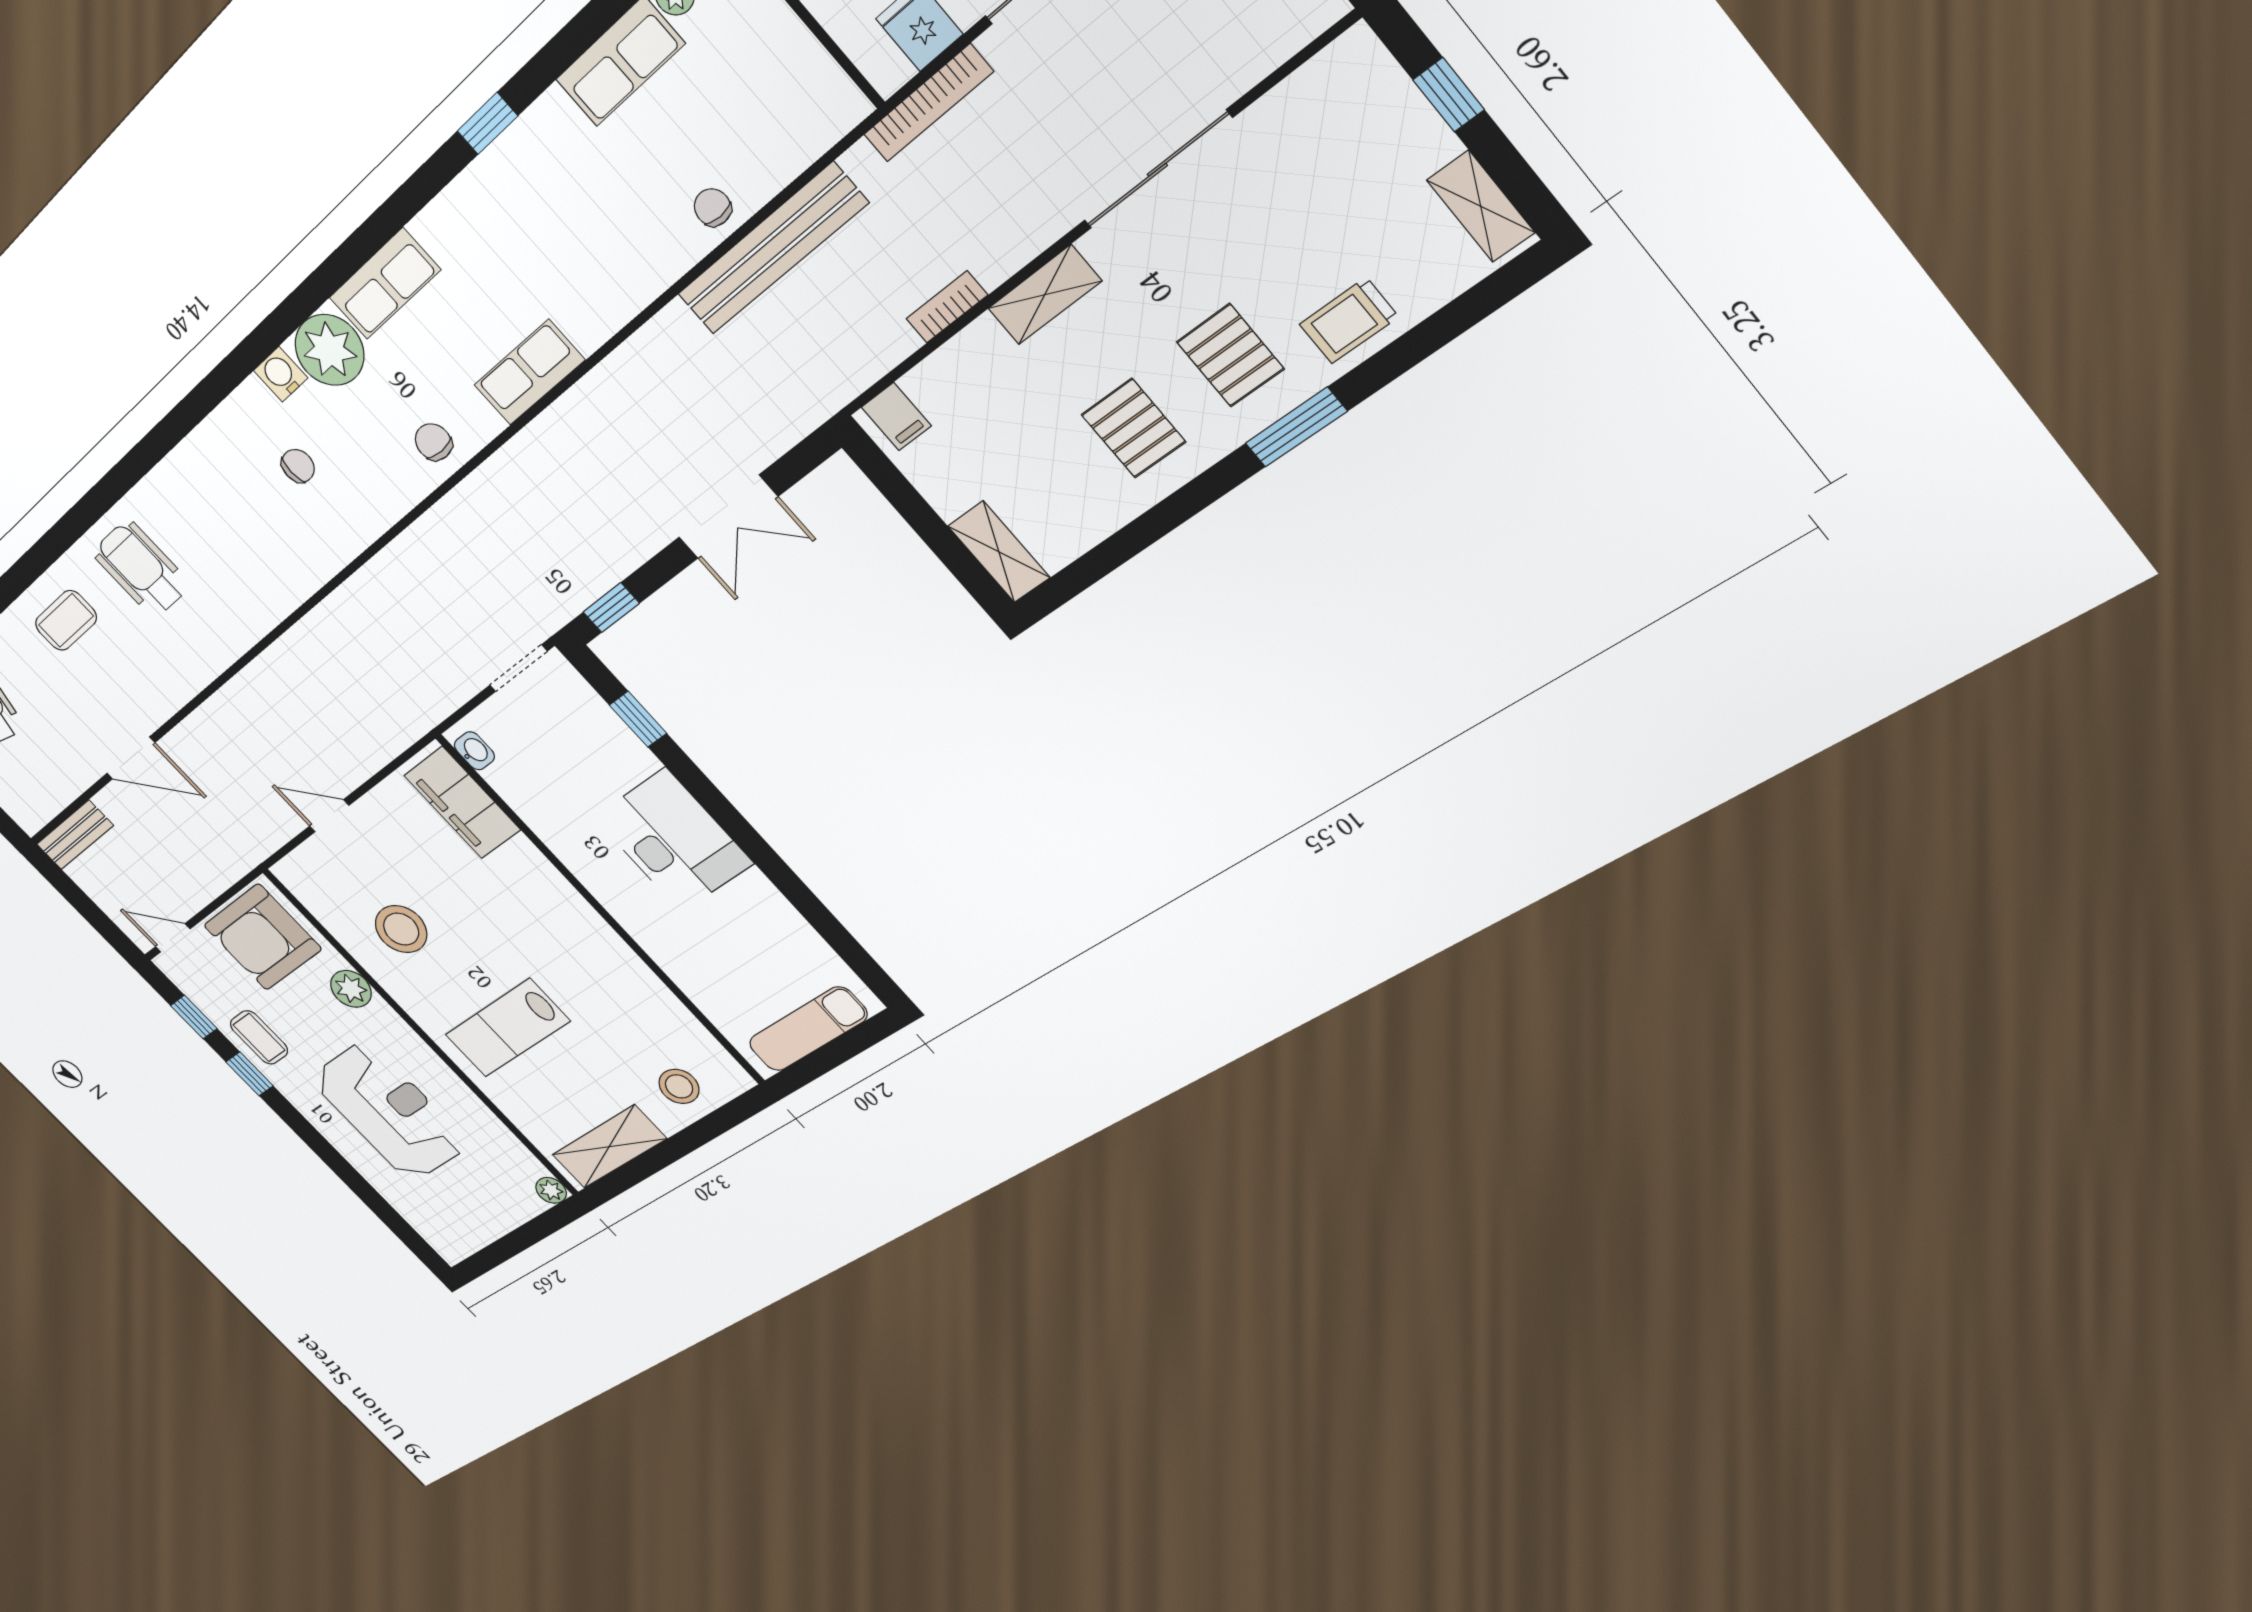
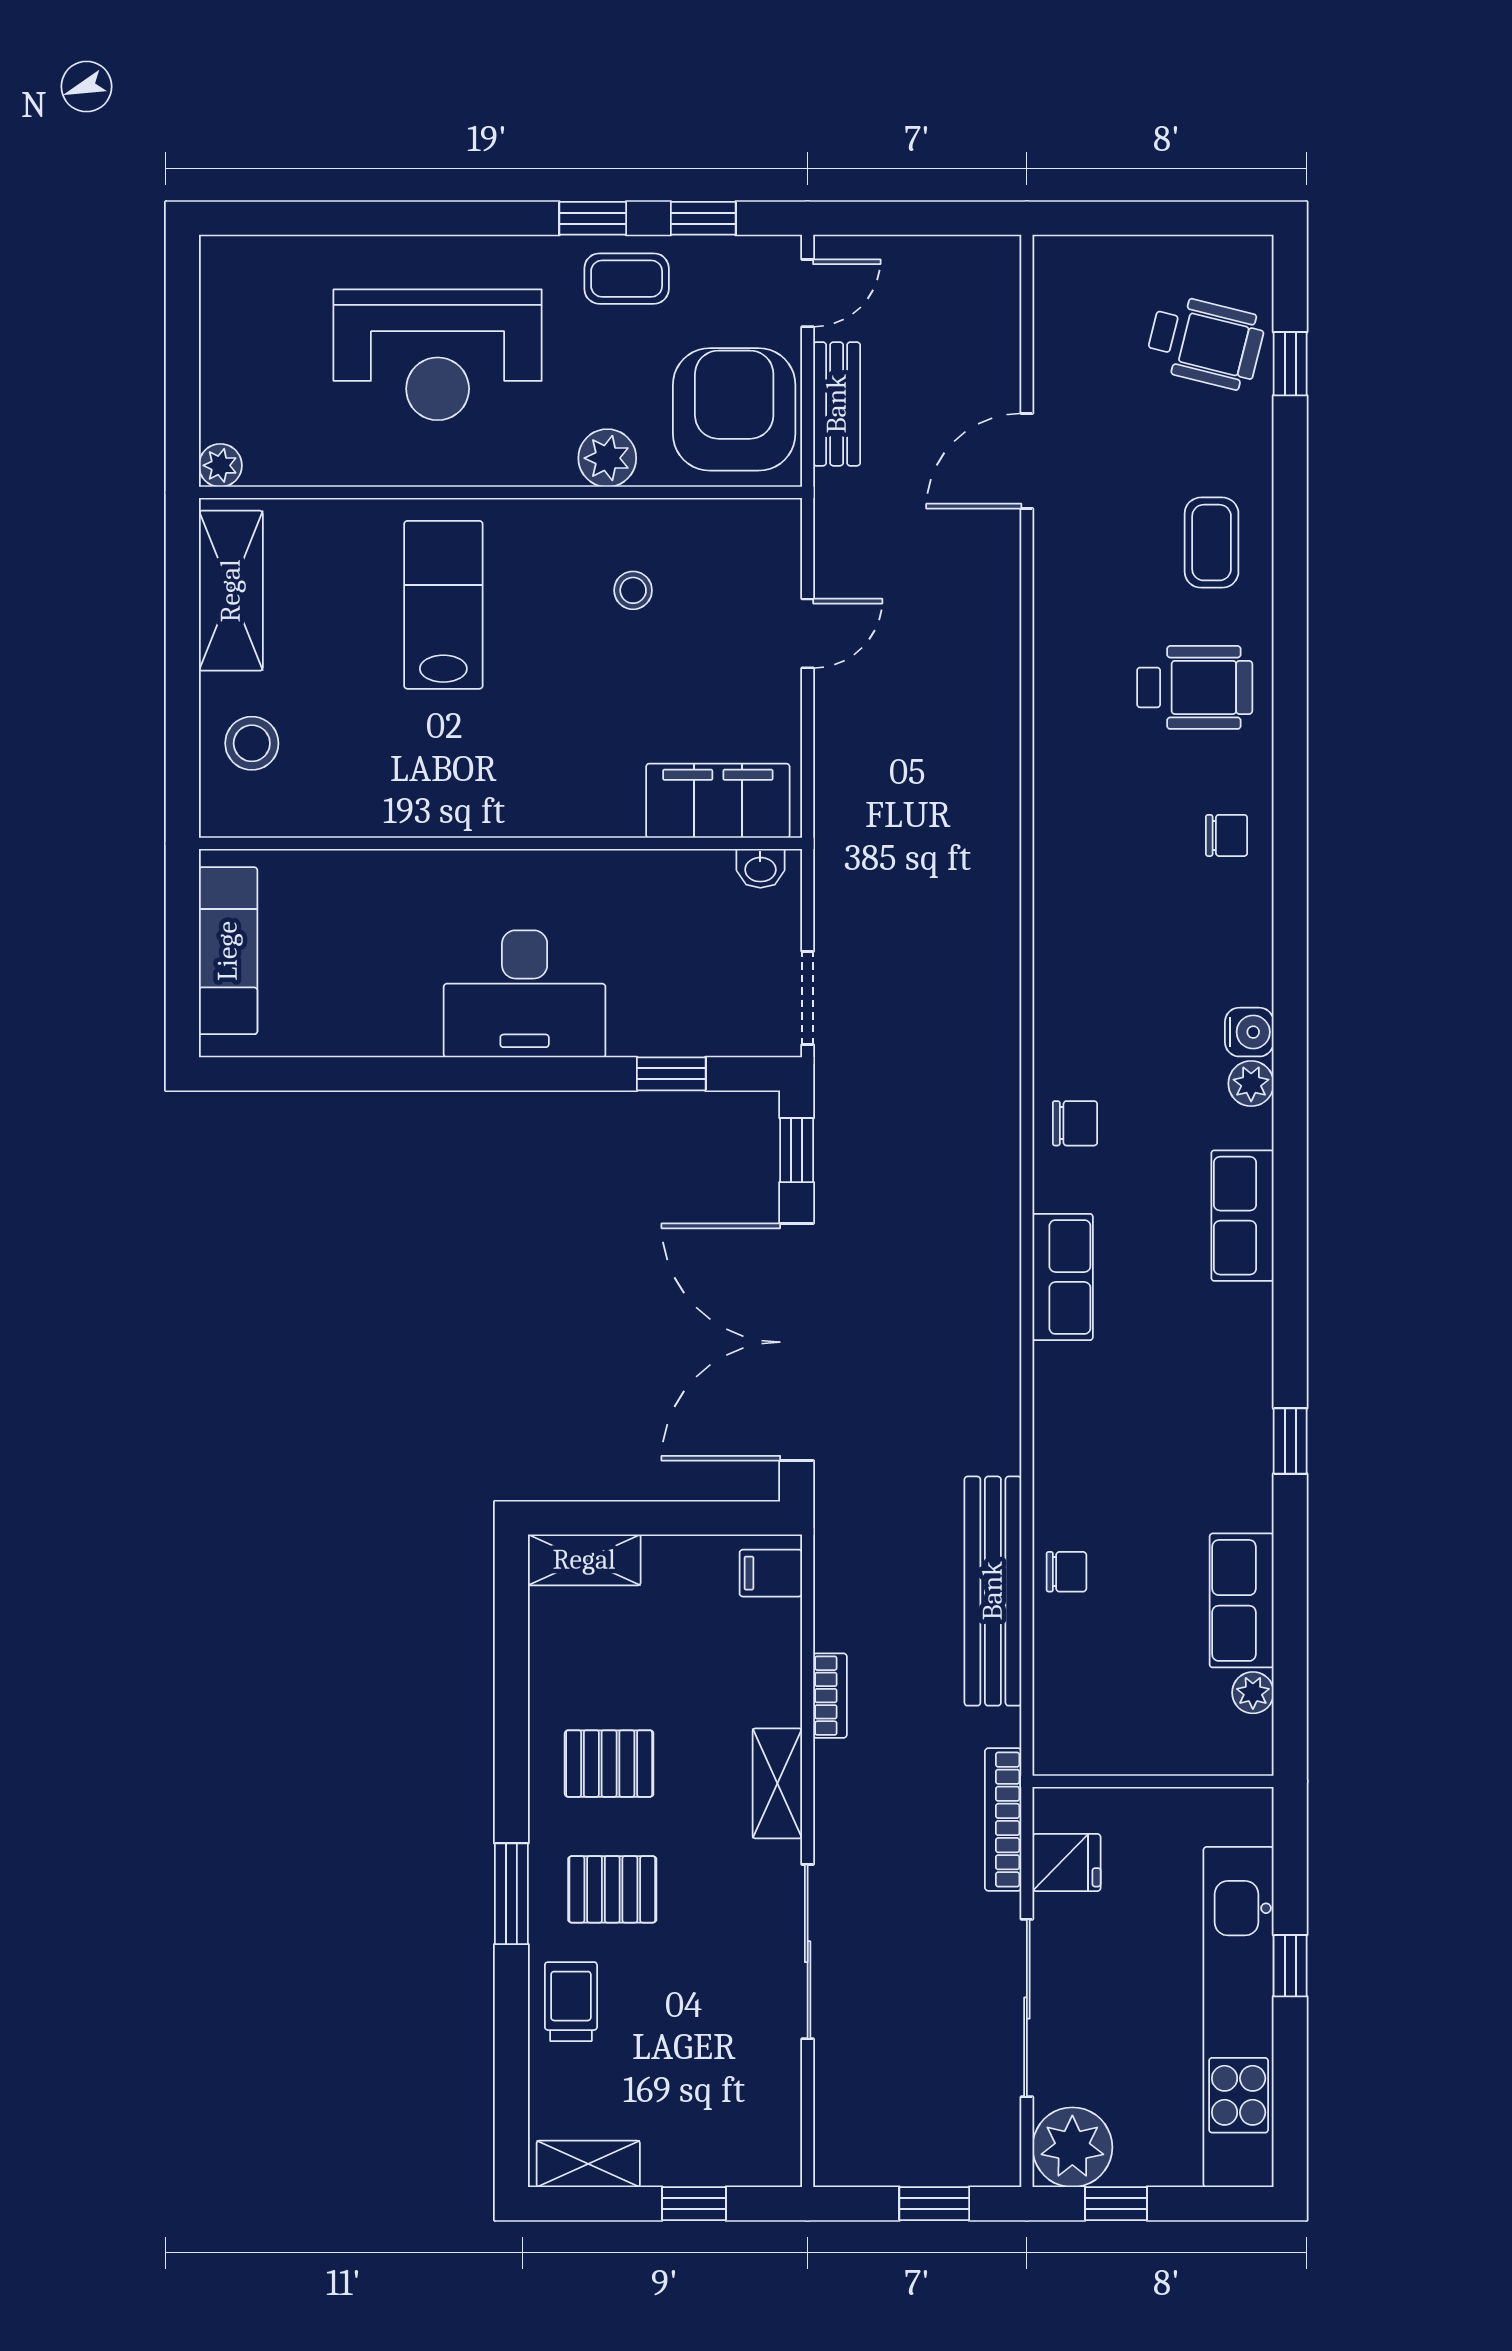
plant: (329, 350) -> (1251, 1084), width x0.53, depth x0.53
chair: (298, 466) -> (1227, 835), moved, turned -90
double door: (728, 517) -> (797, 1342), width x1.87
bench: (75, 835) -> (837, 404), moved
stool: (401, 929) -> (633, 590), width x0.53, depth x0.53

